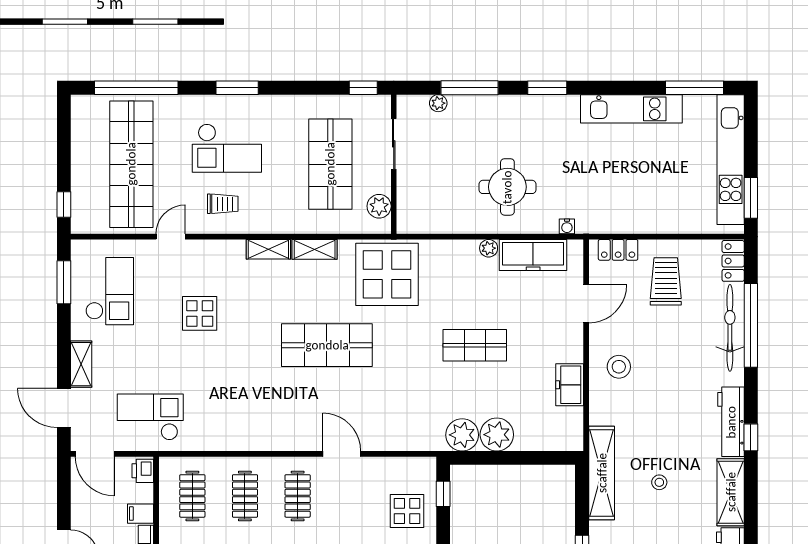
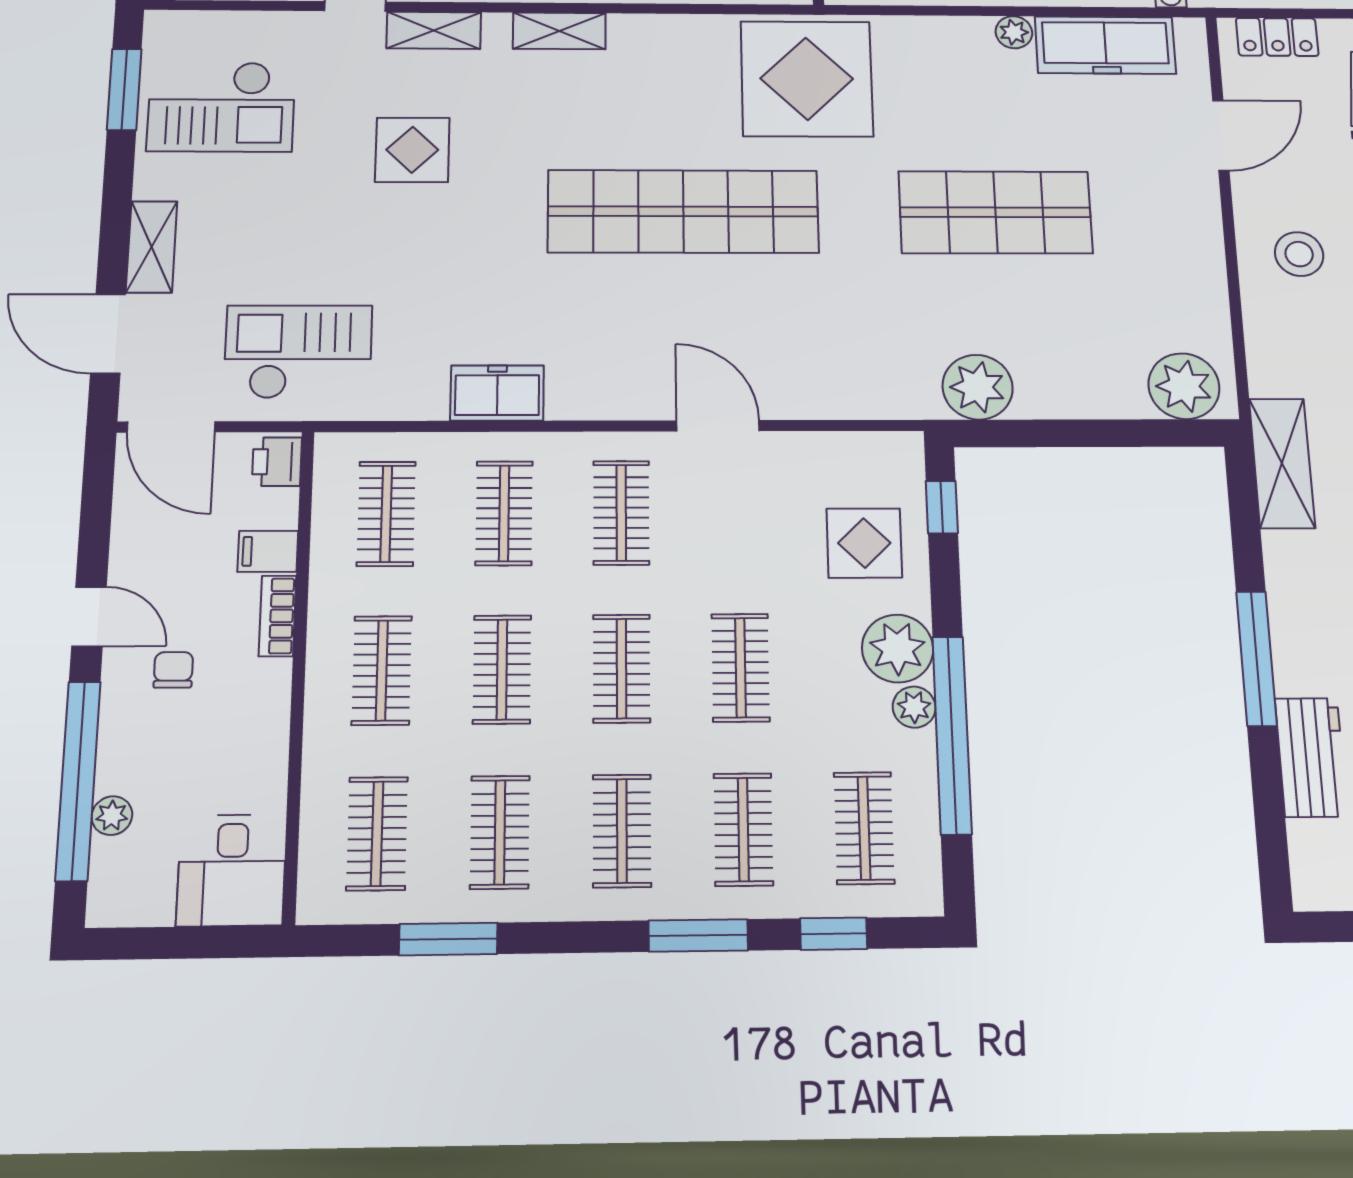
shelving: (315, 249) -> (434, 30), moved
checkout: (110, 291) -> (221, 107), turned 90
shop shelf: (327, 345) -> (683, 211), width x1.40
shop shelf: (475, 345) -> (995, 212), width x1.43, depth x1.36
freezer: (570, 385) -> (497, 393), moved, turned 90
plant: (497, 435) -> (1184, 386), moved
shelving: (602, 473) -> (1282, 463), width x0.68

